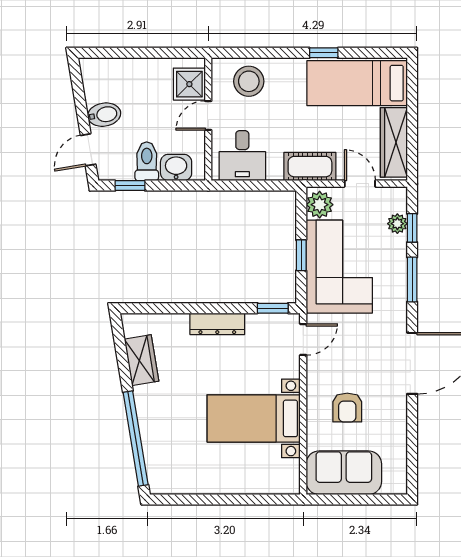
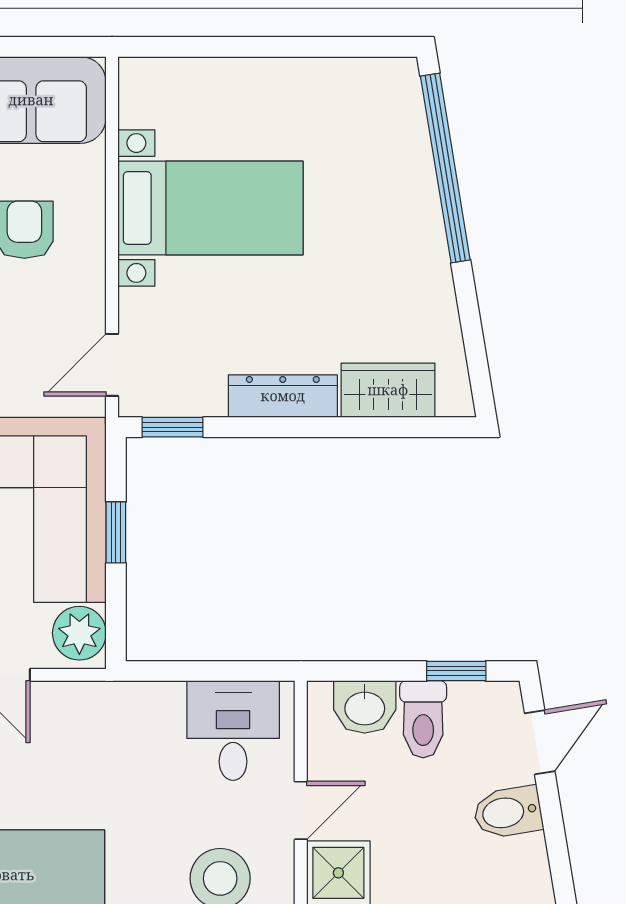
cot: (310, 167) -> (99, 709), removed
wardrobe: (141, 360) -> (388, 390), moved, turned 99

